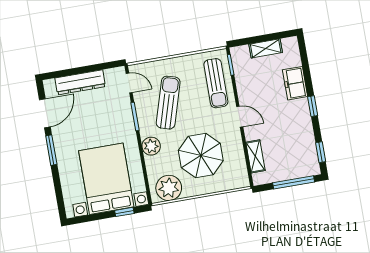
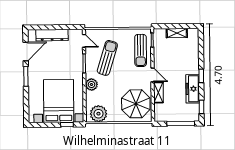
freezer: (295, 83) -> (193, 89), moved, width x1.40
parasol: (201, 156) -> (136, 104), moved
shelving: (255, 156) -> (158, 92), moved

